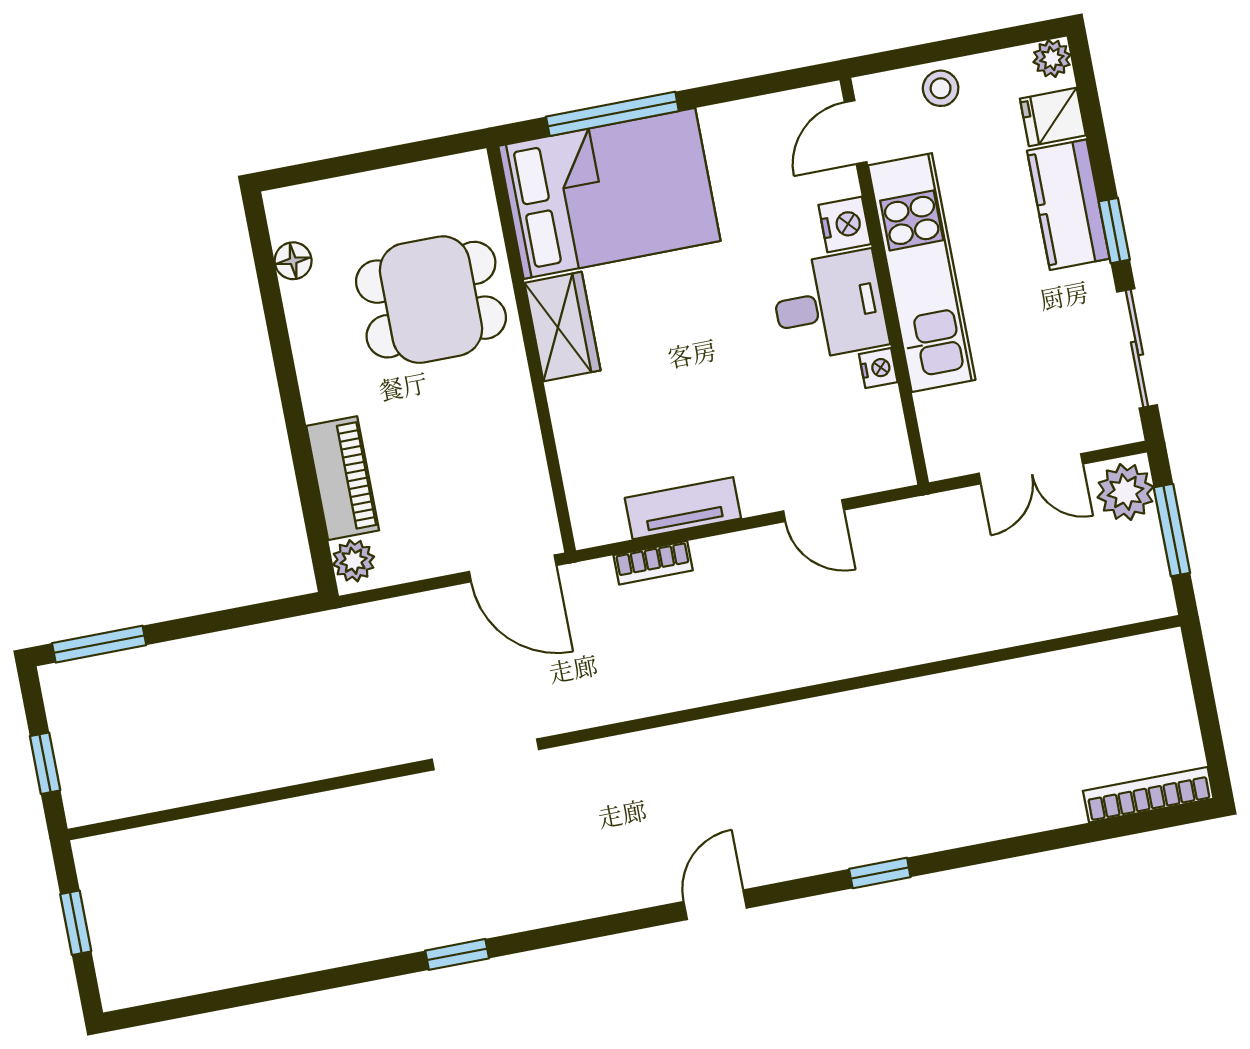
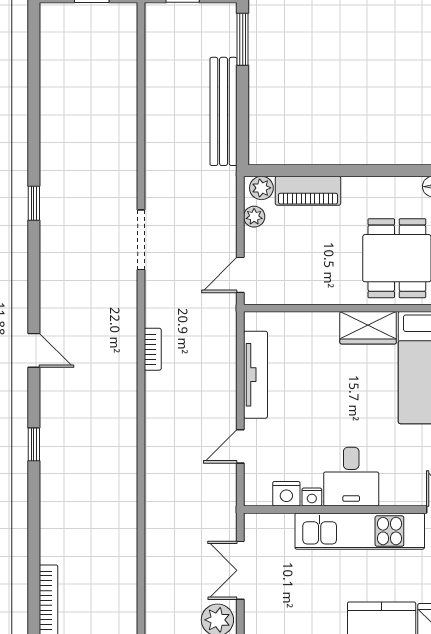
nightstand: (845, 224) -> (286, 494), moved
tv unit: (683, 508) -> (255, 375), width x1.41
bookcase: (653, 563) -> (153, 349), moved, turned 180
plant: (406, 564) -> (254, 217), added
door: (513, 568) -> (240, 275), width x0.73
bench: (232, 653) -> (224, 111), added

